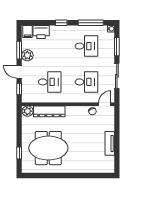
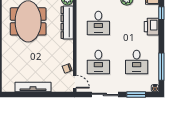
window: (61, 23) -> (161, 13), moved
printer: (41, 32) -> (152, 27), moved
tv unit: (110, 143) -> (33, 87), width x1.41

